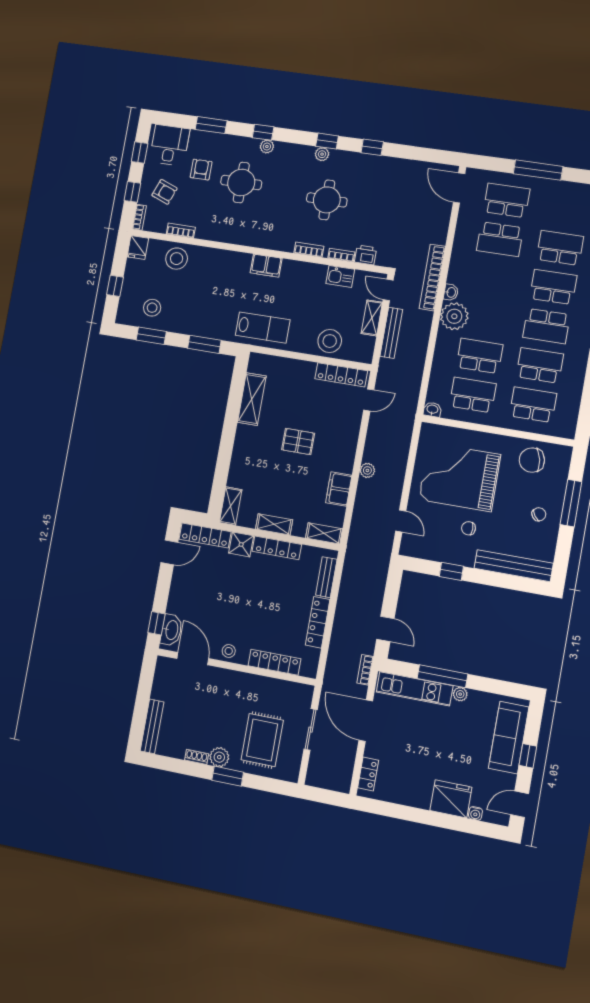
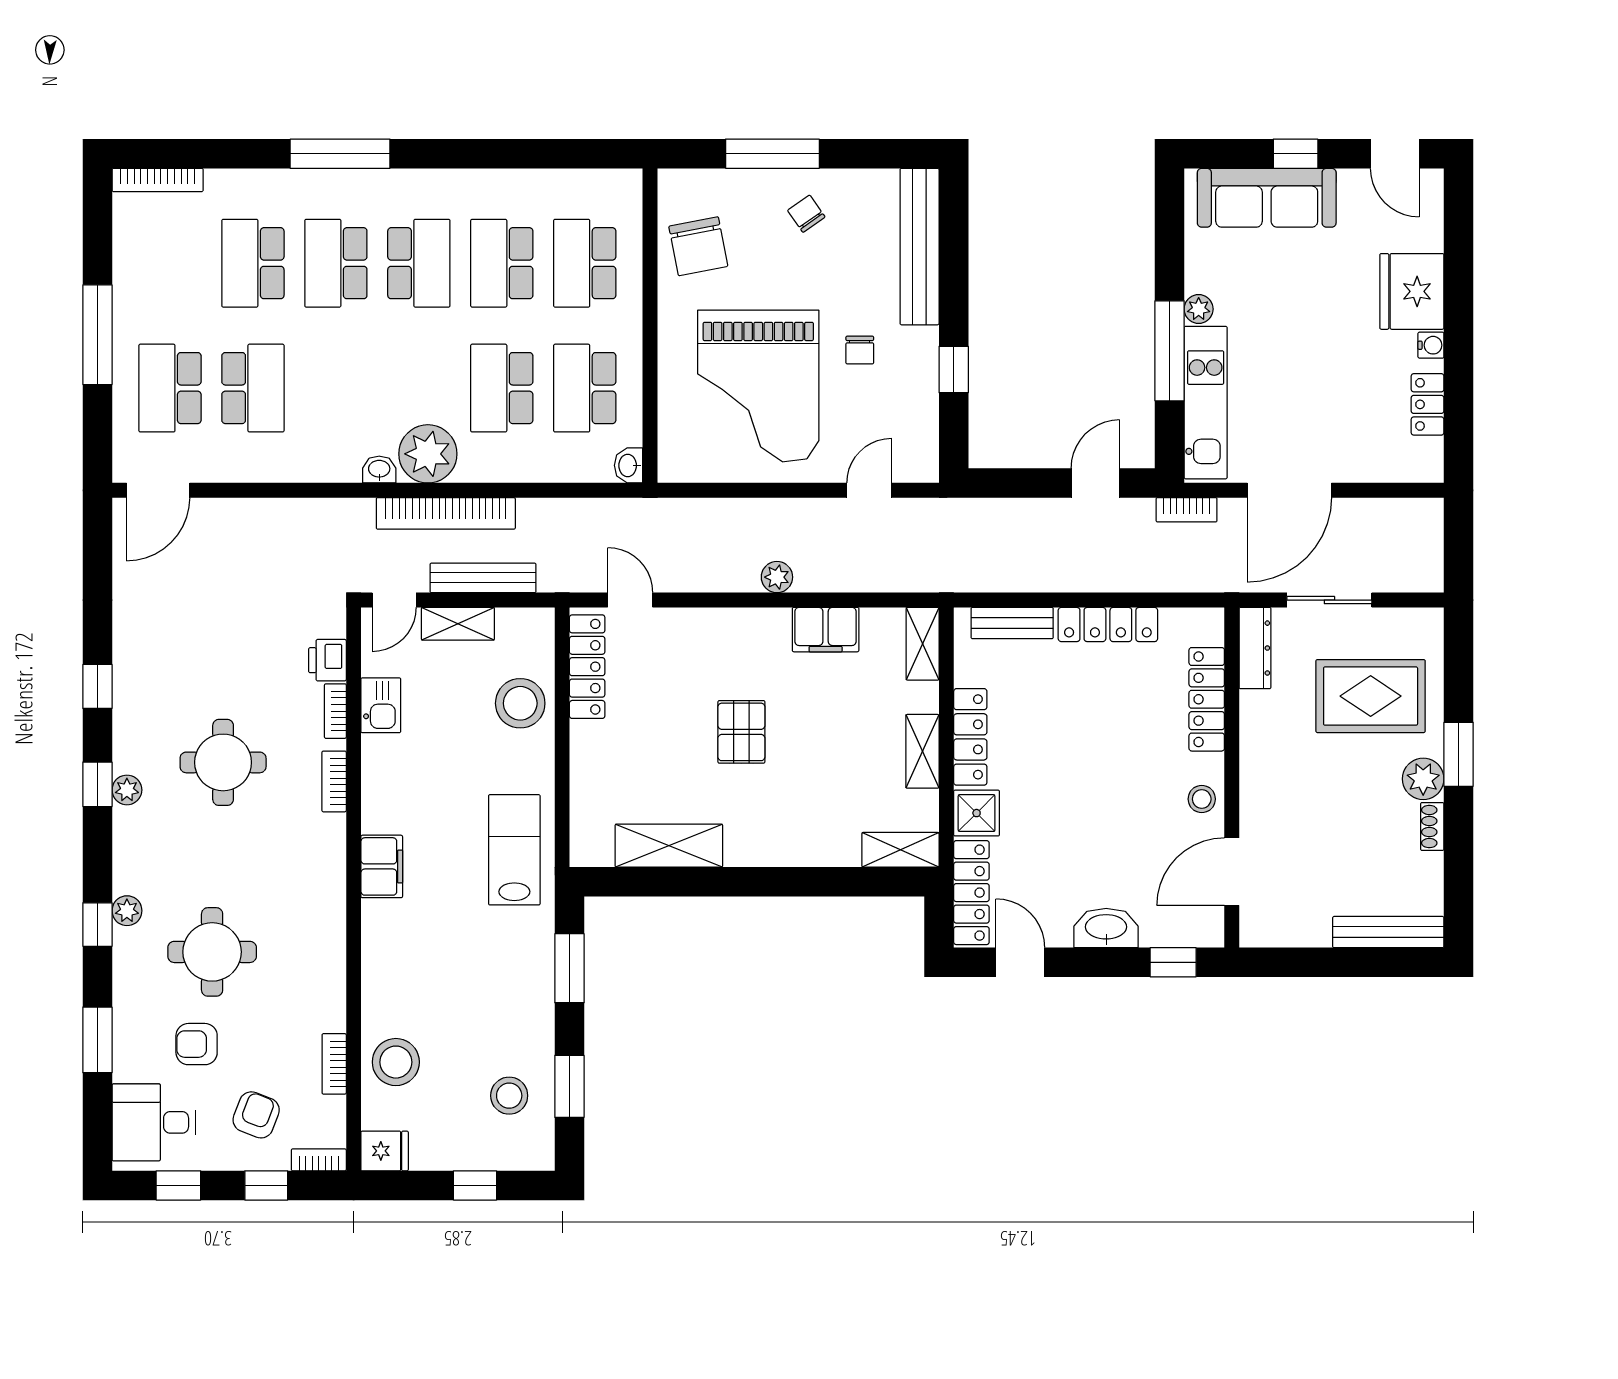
bookcase: (432, 277) -> (446, 513), moved
washbasin: (171, 630) -> (1106, 928), moved
dresser: (294, 690) -> (1255, 648), added
locker: (368, 774) -> (1428, 404), moved, turned -90
water cooler: (475, 813) -> (1431, 345), moved

